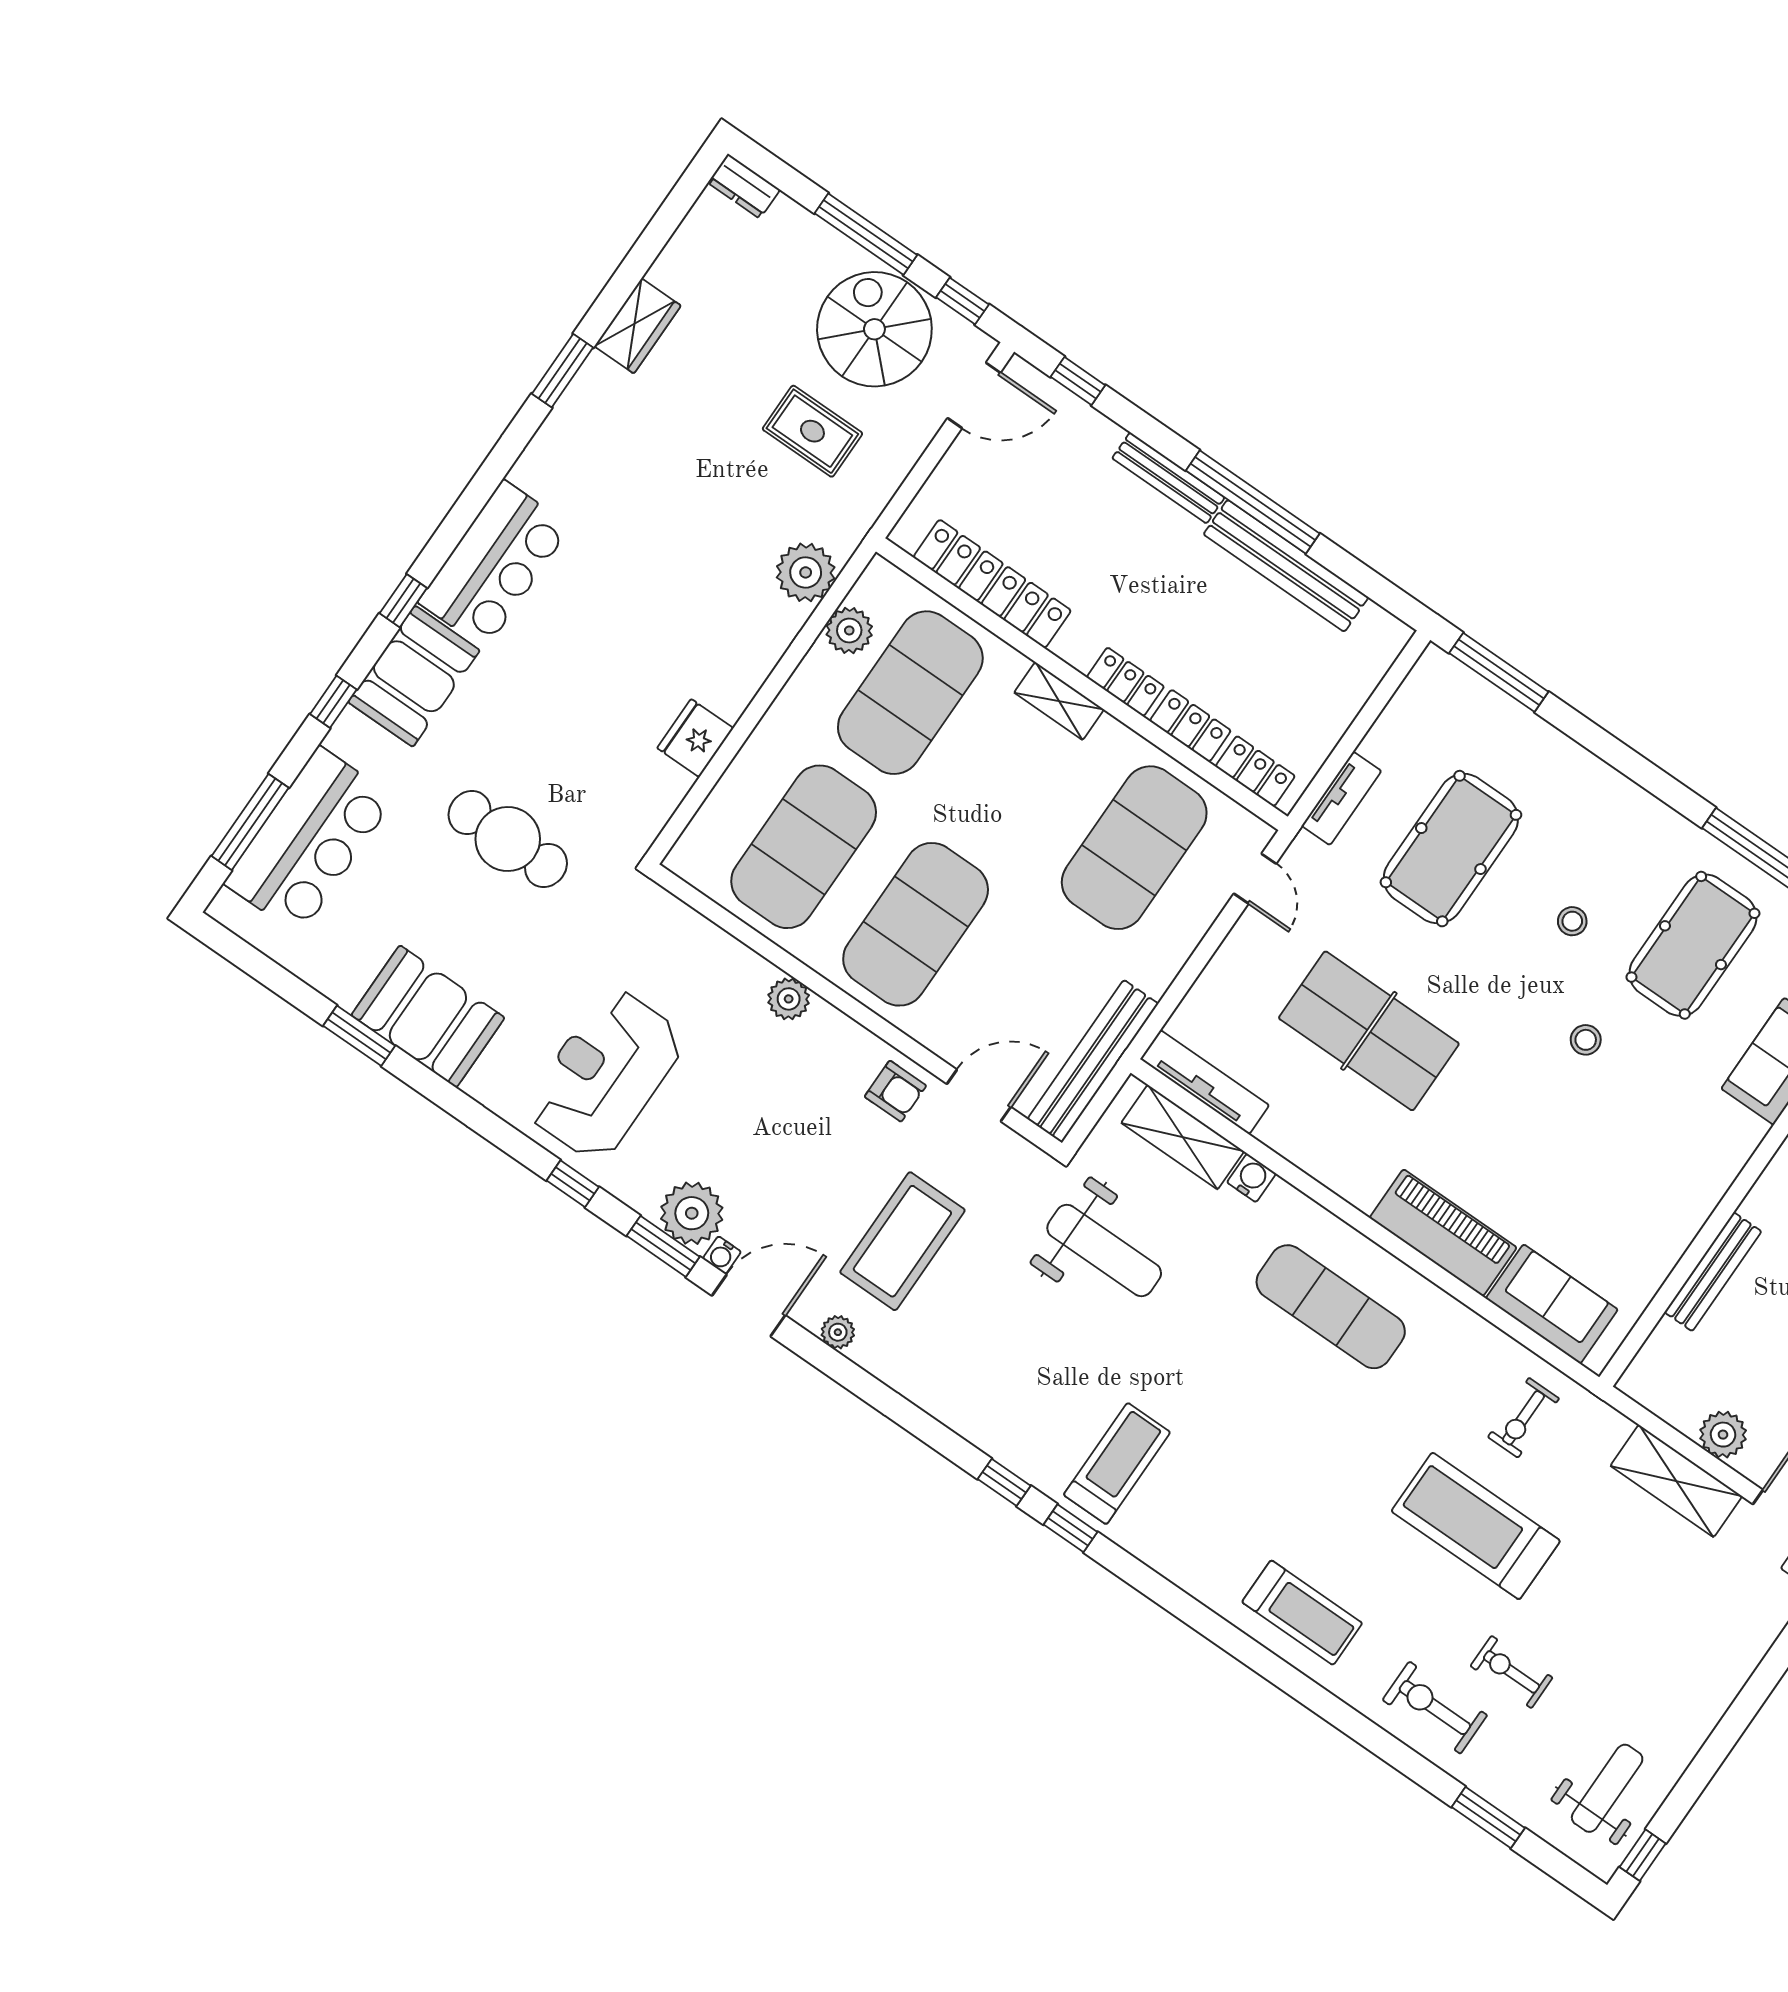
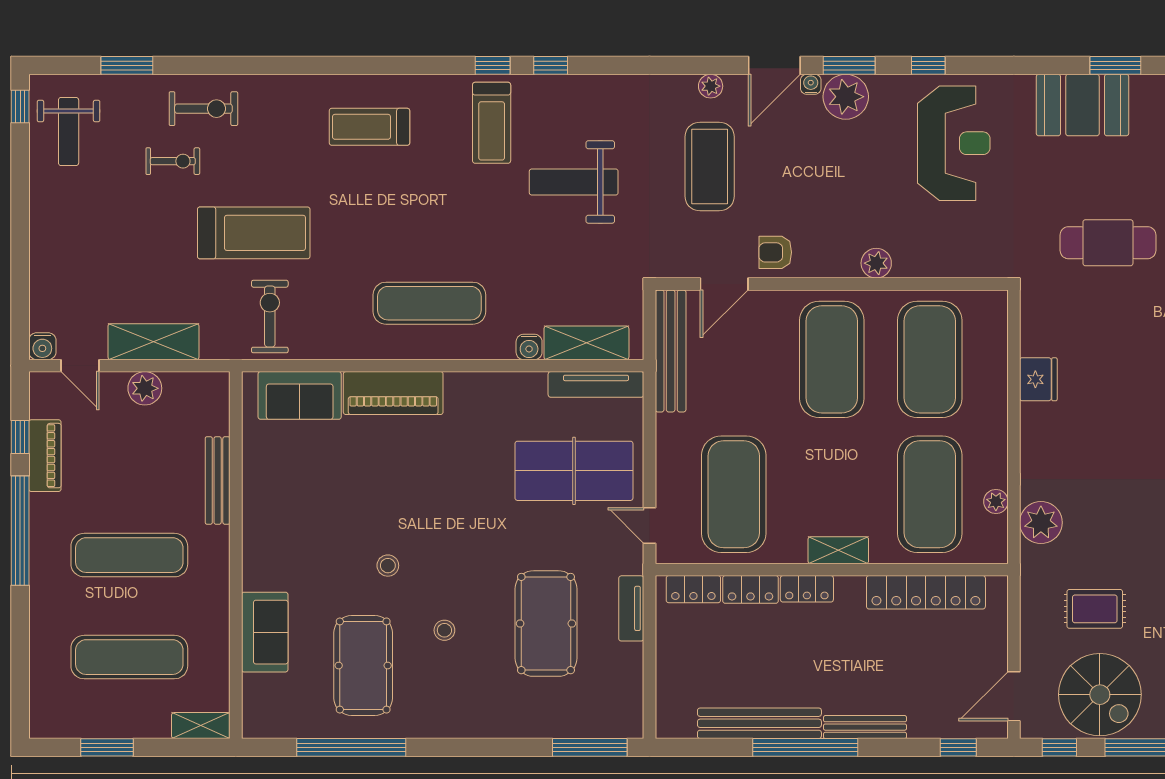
plant: (849, 630) -> (996, 502), width x0.73, depth x0.73
table tennis table: (1369, 1031) -> (574, 471), moved
weight bench: (1104, 1250) -> (574, 182), moved
exercise bike: (1523, 1418) -> (270, 316), width x1.38, depth x1.39
treadmill: (1302, 1613) -> (369, 127), moved

